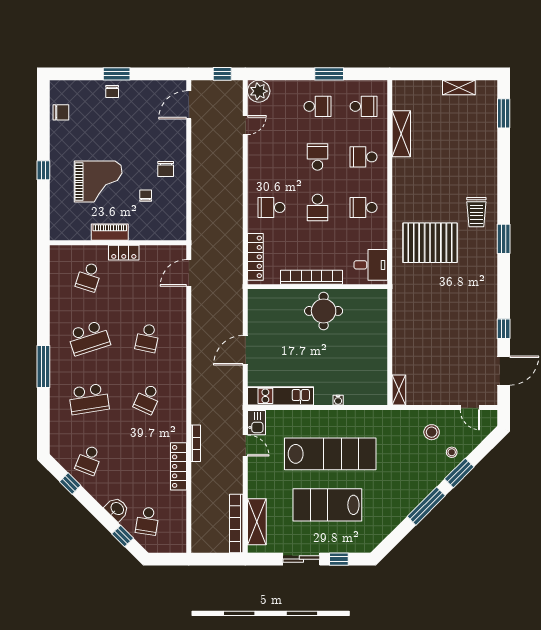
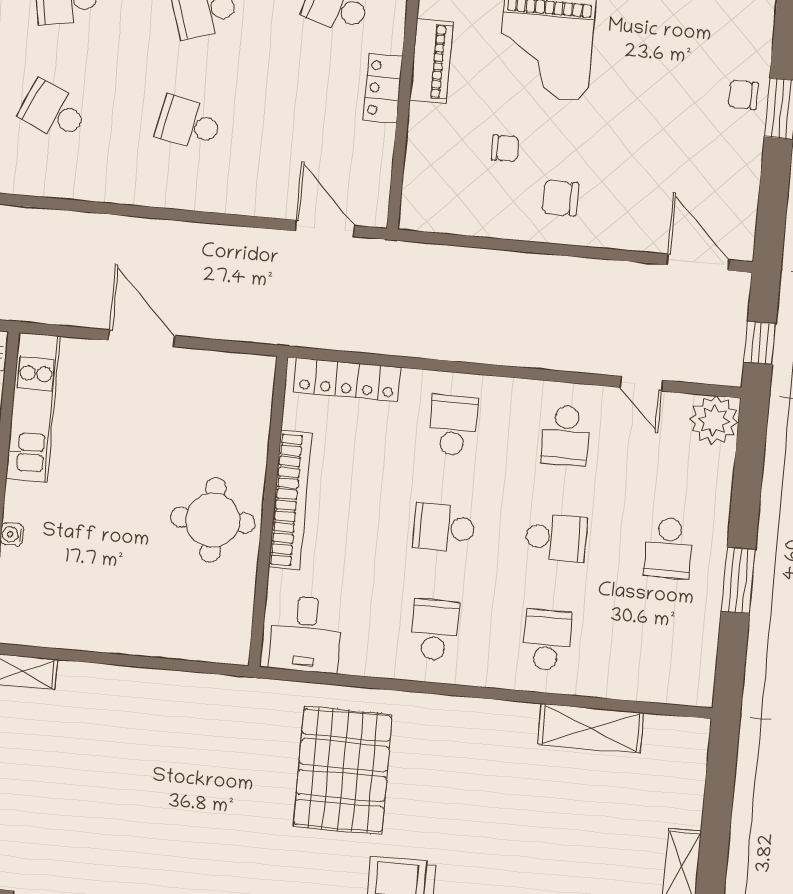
school desk: (364, 106) -> (566, 435), moved

